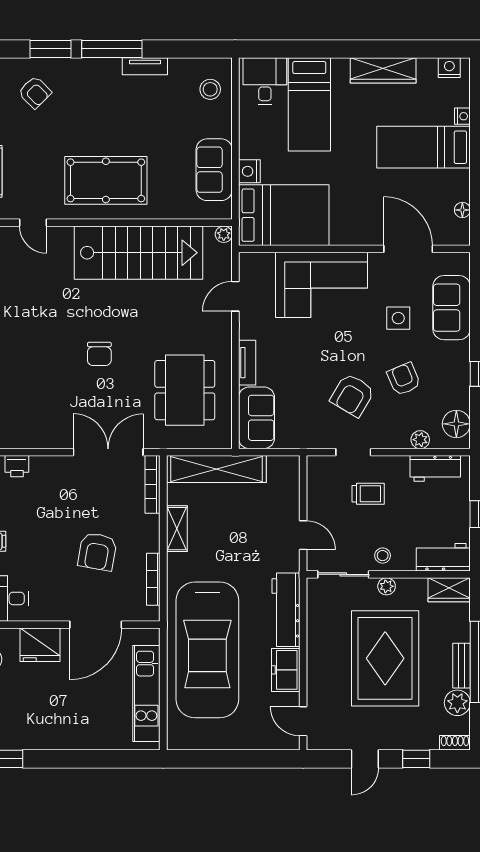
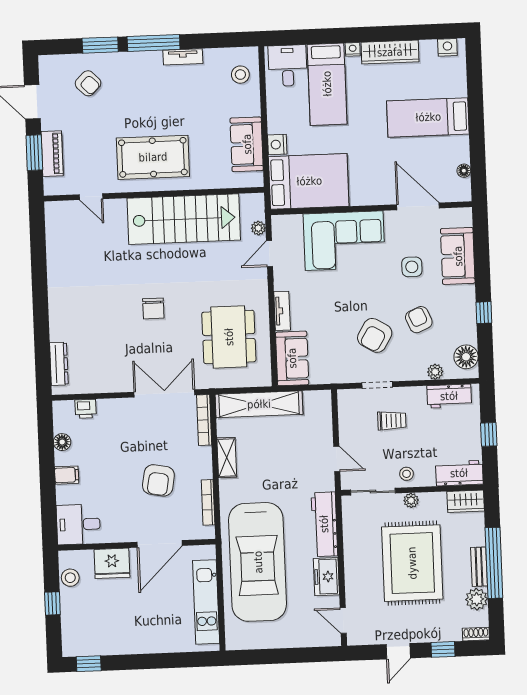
nightstand: (462, 116) -> (353, 49), moved, turned -90
plant: (224, 234) -> (258, 228), moved

